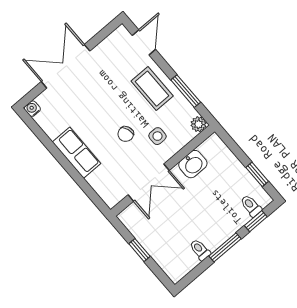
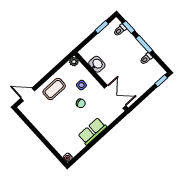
double door: (66, 66) -> (43, 139), removed
window: (186, 91) -> (55, 70), removed
double door: (149, 183) -> (115, 97), moved
window: (140, 250) -> (161, 81), moved

